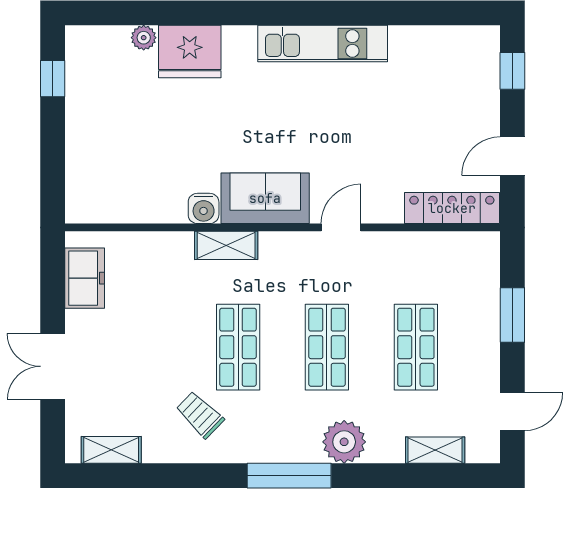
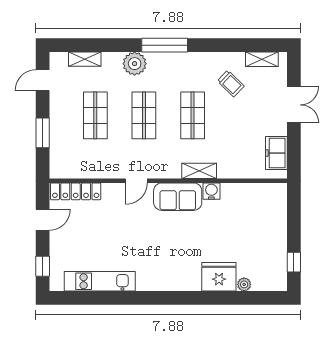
kitchen unit: (323, 43) -> (100, 281), moved
trolley: (200, 415) -> (231, 83), moved

